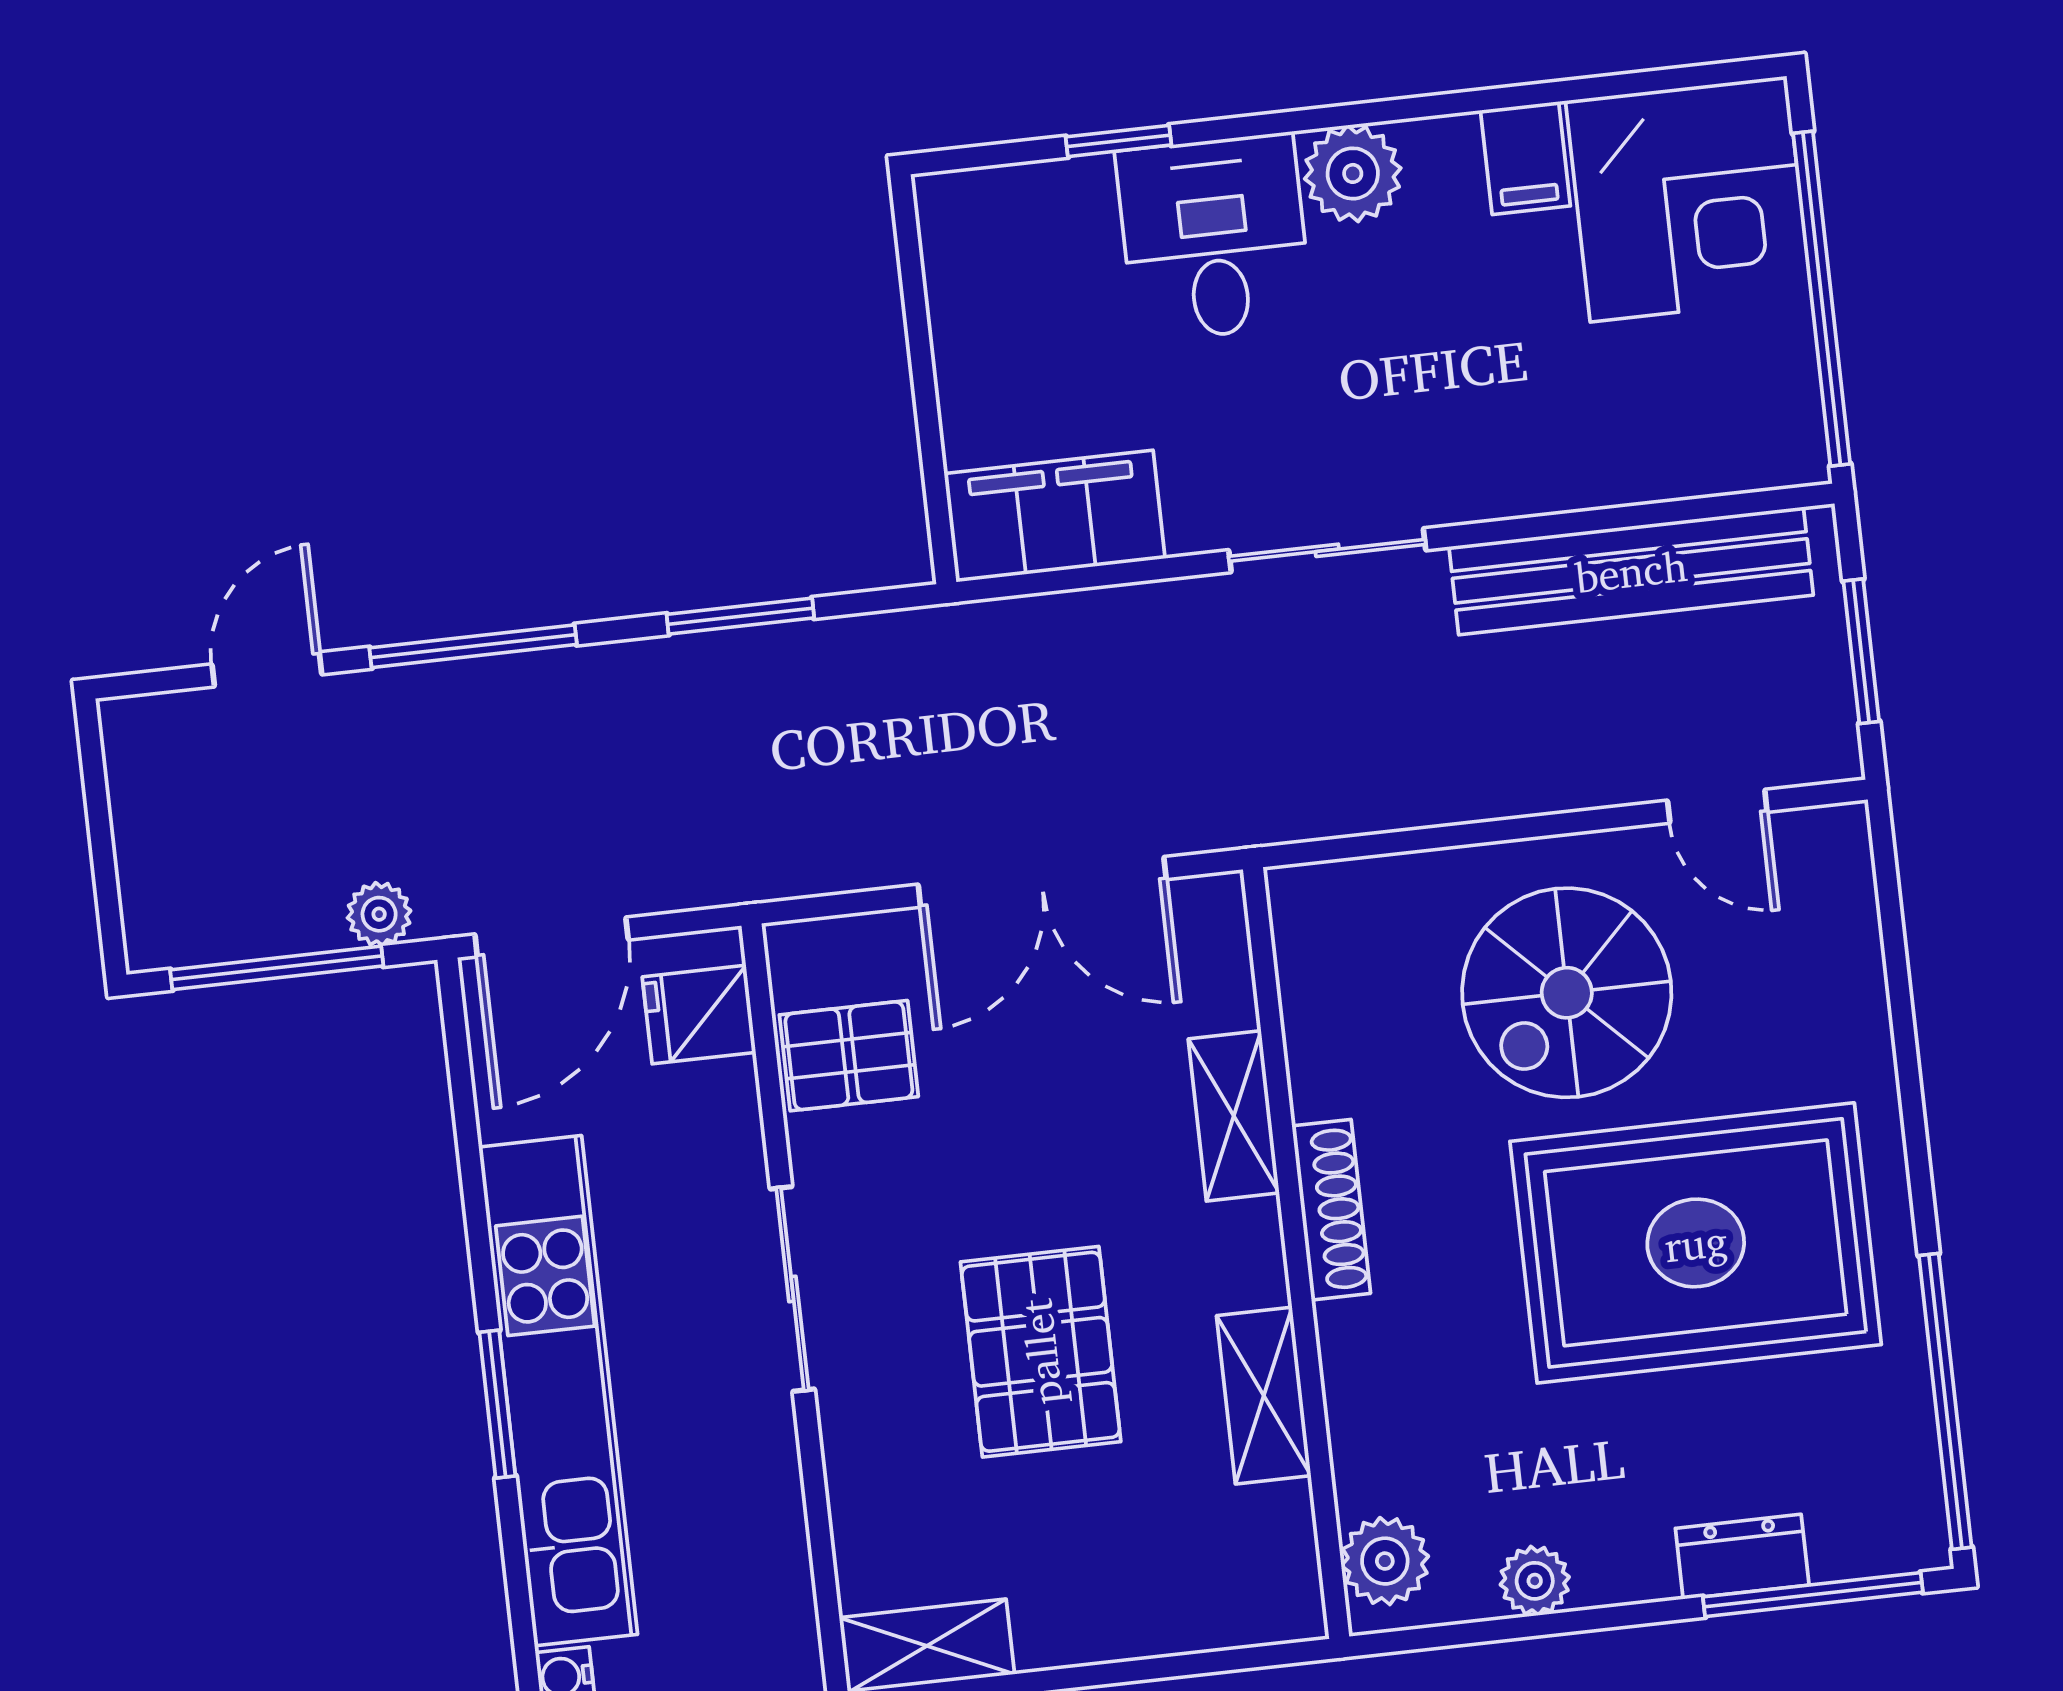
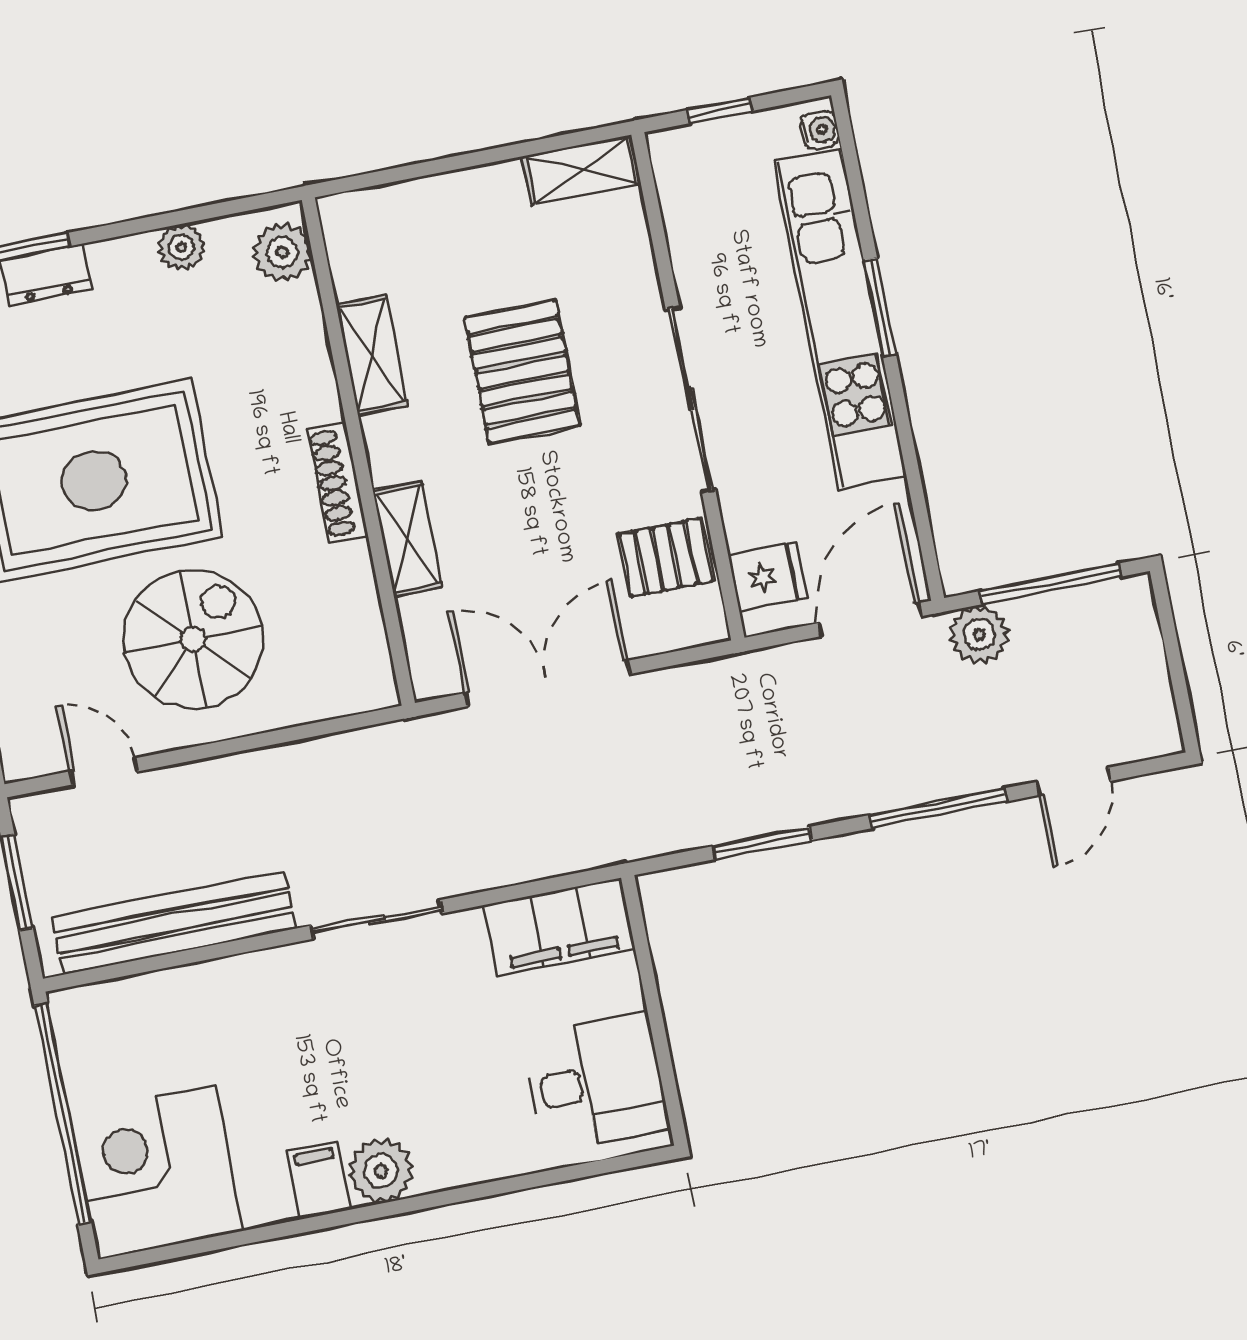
window: (1119, 141) -> (538, 1179), removed
filing cabinet: (1525, 158) -> (319, 1180), moved
desk: (1214, 238) -> (596, 1083), moved, turned -90
plant: (379, 914) -> (979, 635), width x1.38, depth x1.38
sliding door: (792, 1289) -> (690, 400), width x1.37

